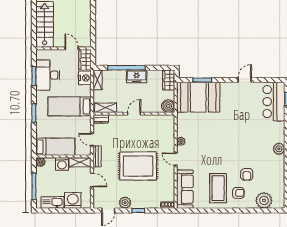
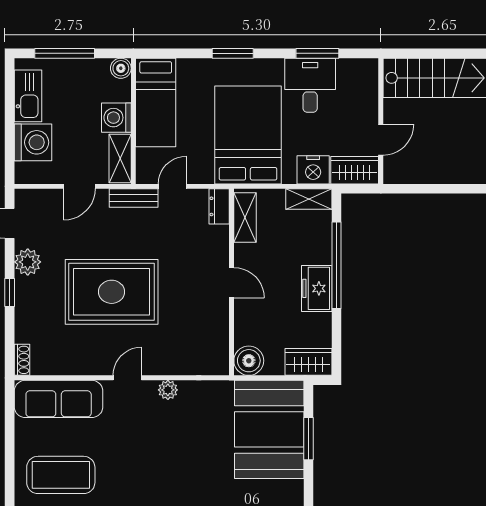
desk: (48, 75) -> (310, 85), width x0.73
bed: (70, 106) -> (248, 135), width x1.50
rug: (138, 166) -> (112, 292), turned 90

